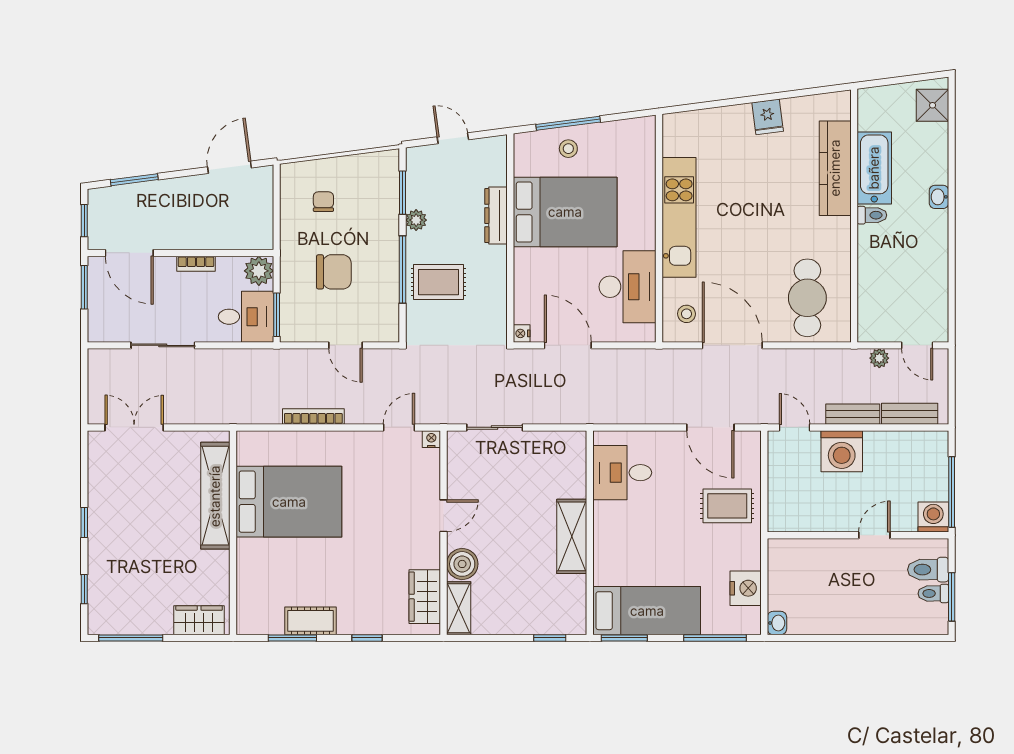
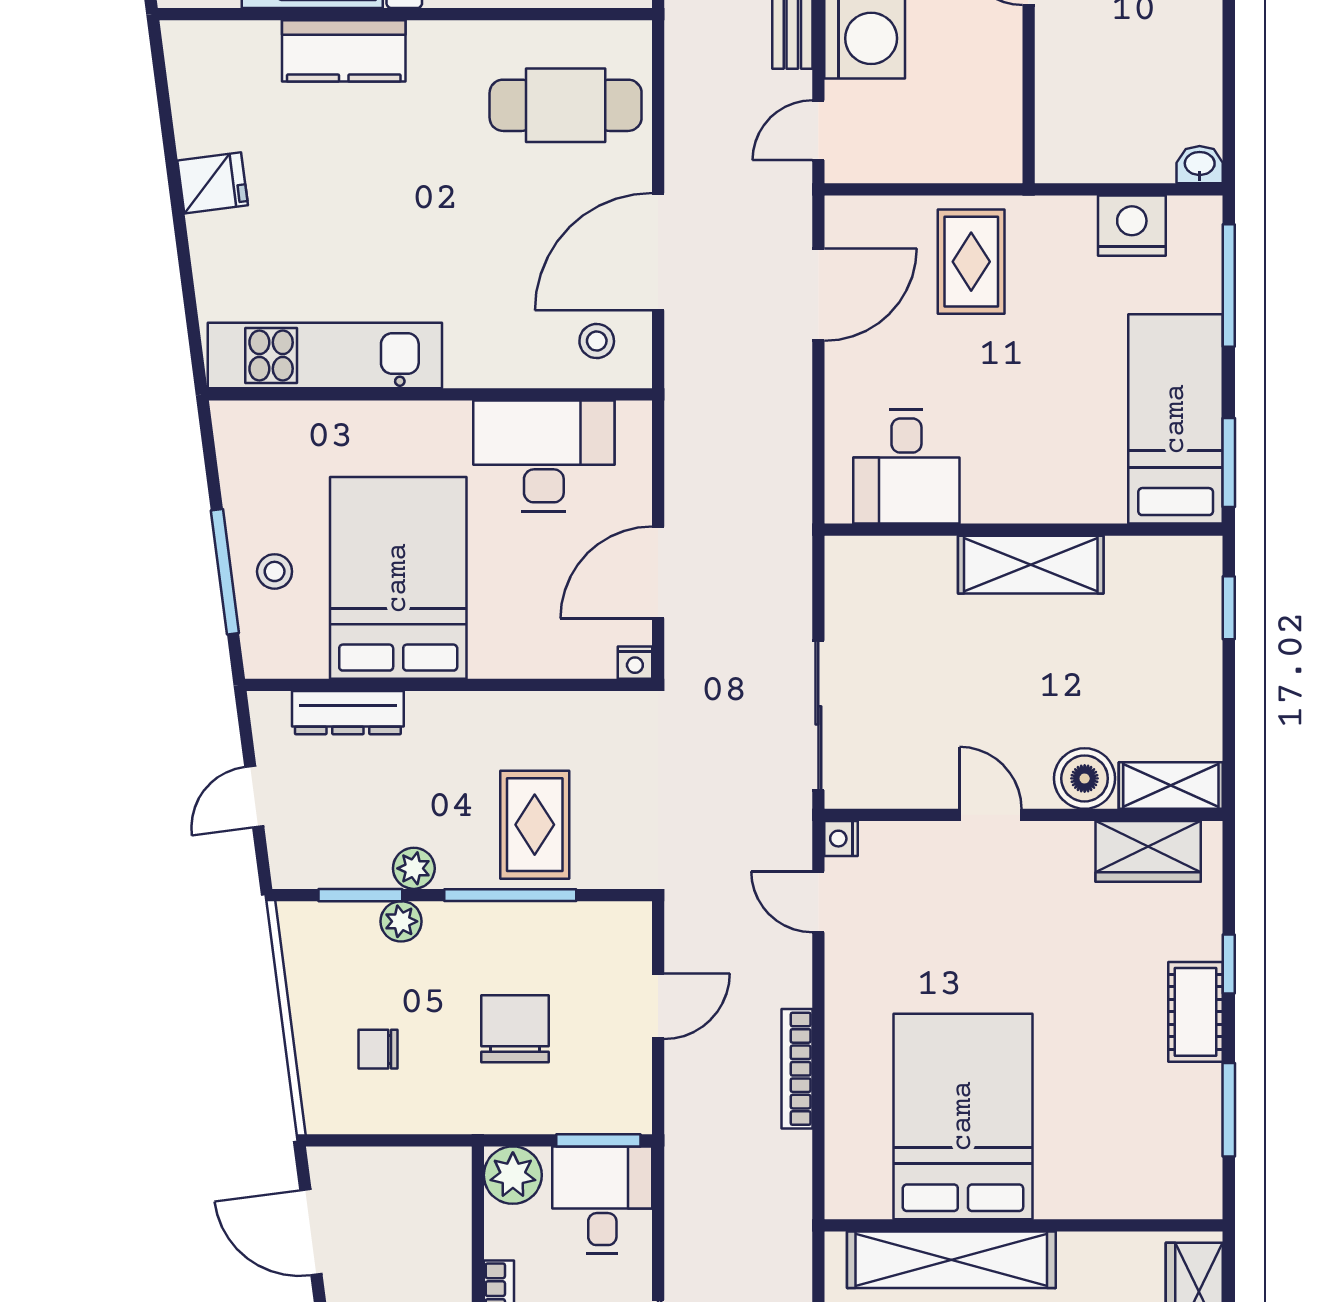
kitchen counter: (835, 168) -> (344, 51), width x0.67
plant: (389, 214) -> (401, 921), added
dresser: (496, 216) -> (348, 713), moved
kitchen unit: (679, 217) -> (325, 355), moved
sliding door: (495, 427) -> (818, 715), width x1.37
cot: (311, 621) -> (1196, 1012), moved

